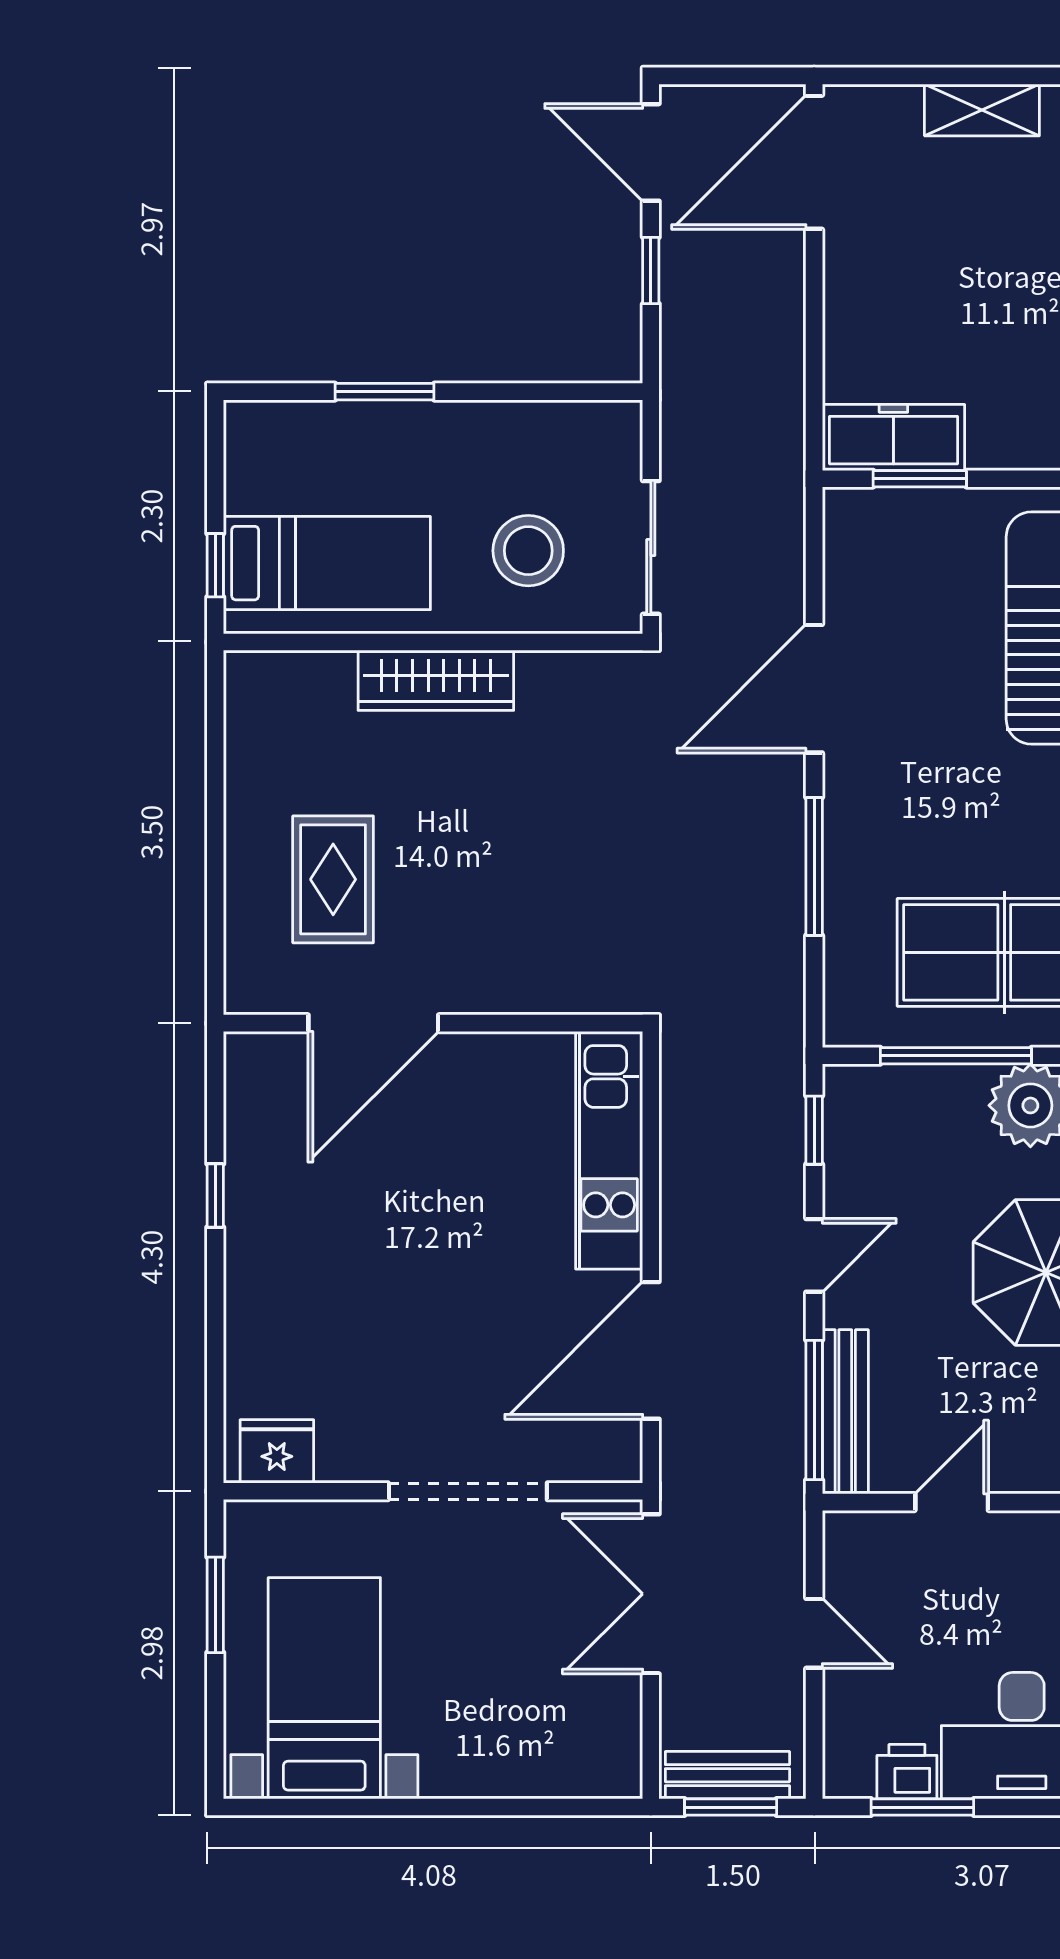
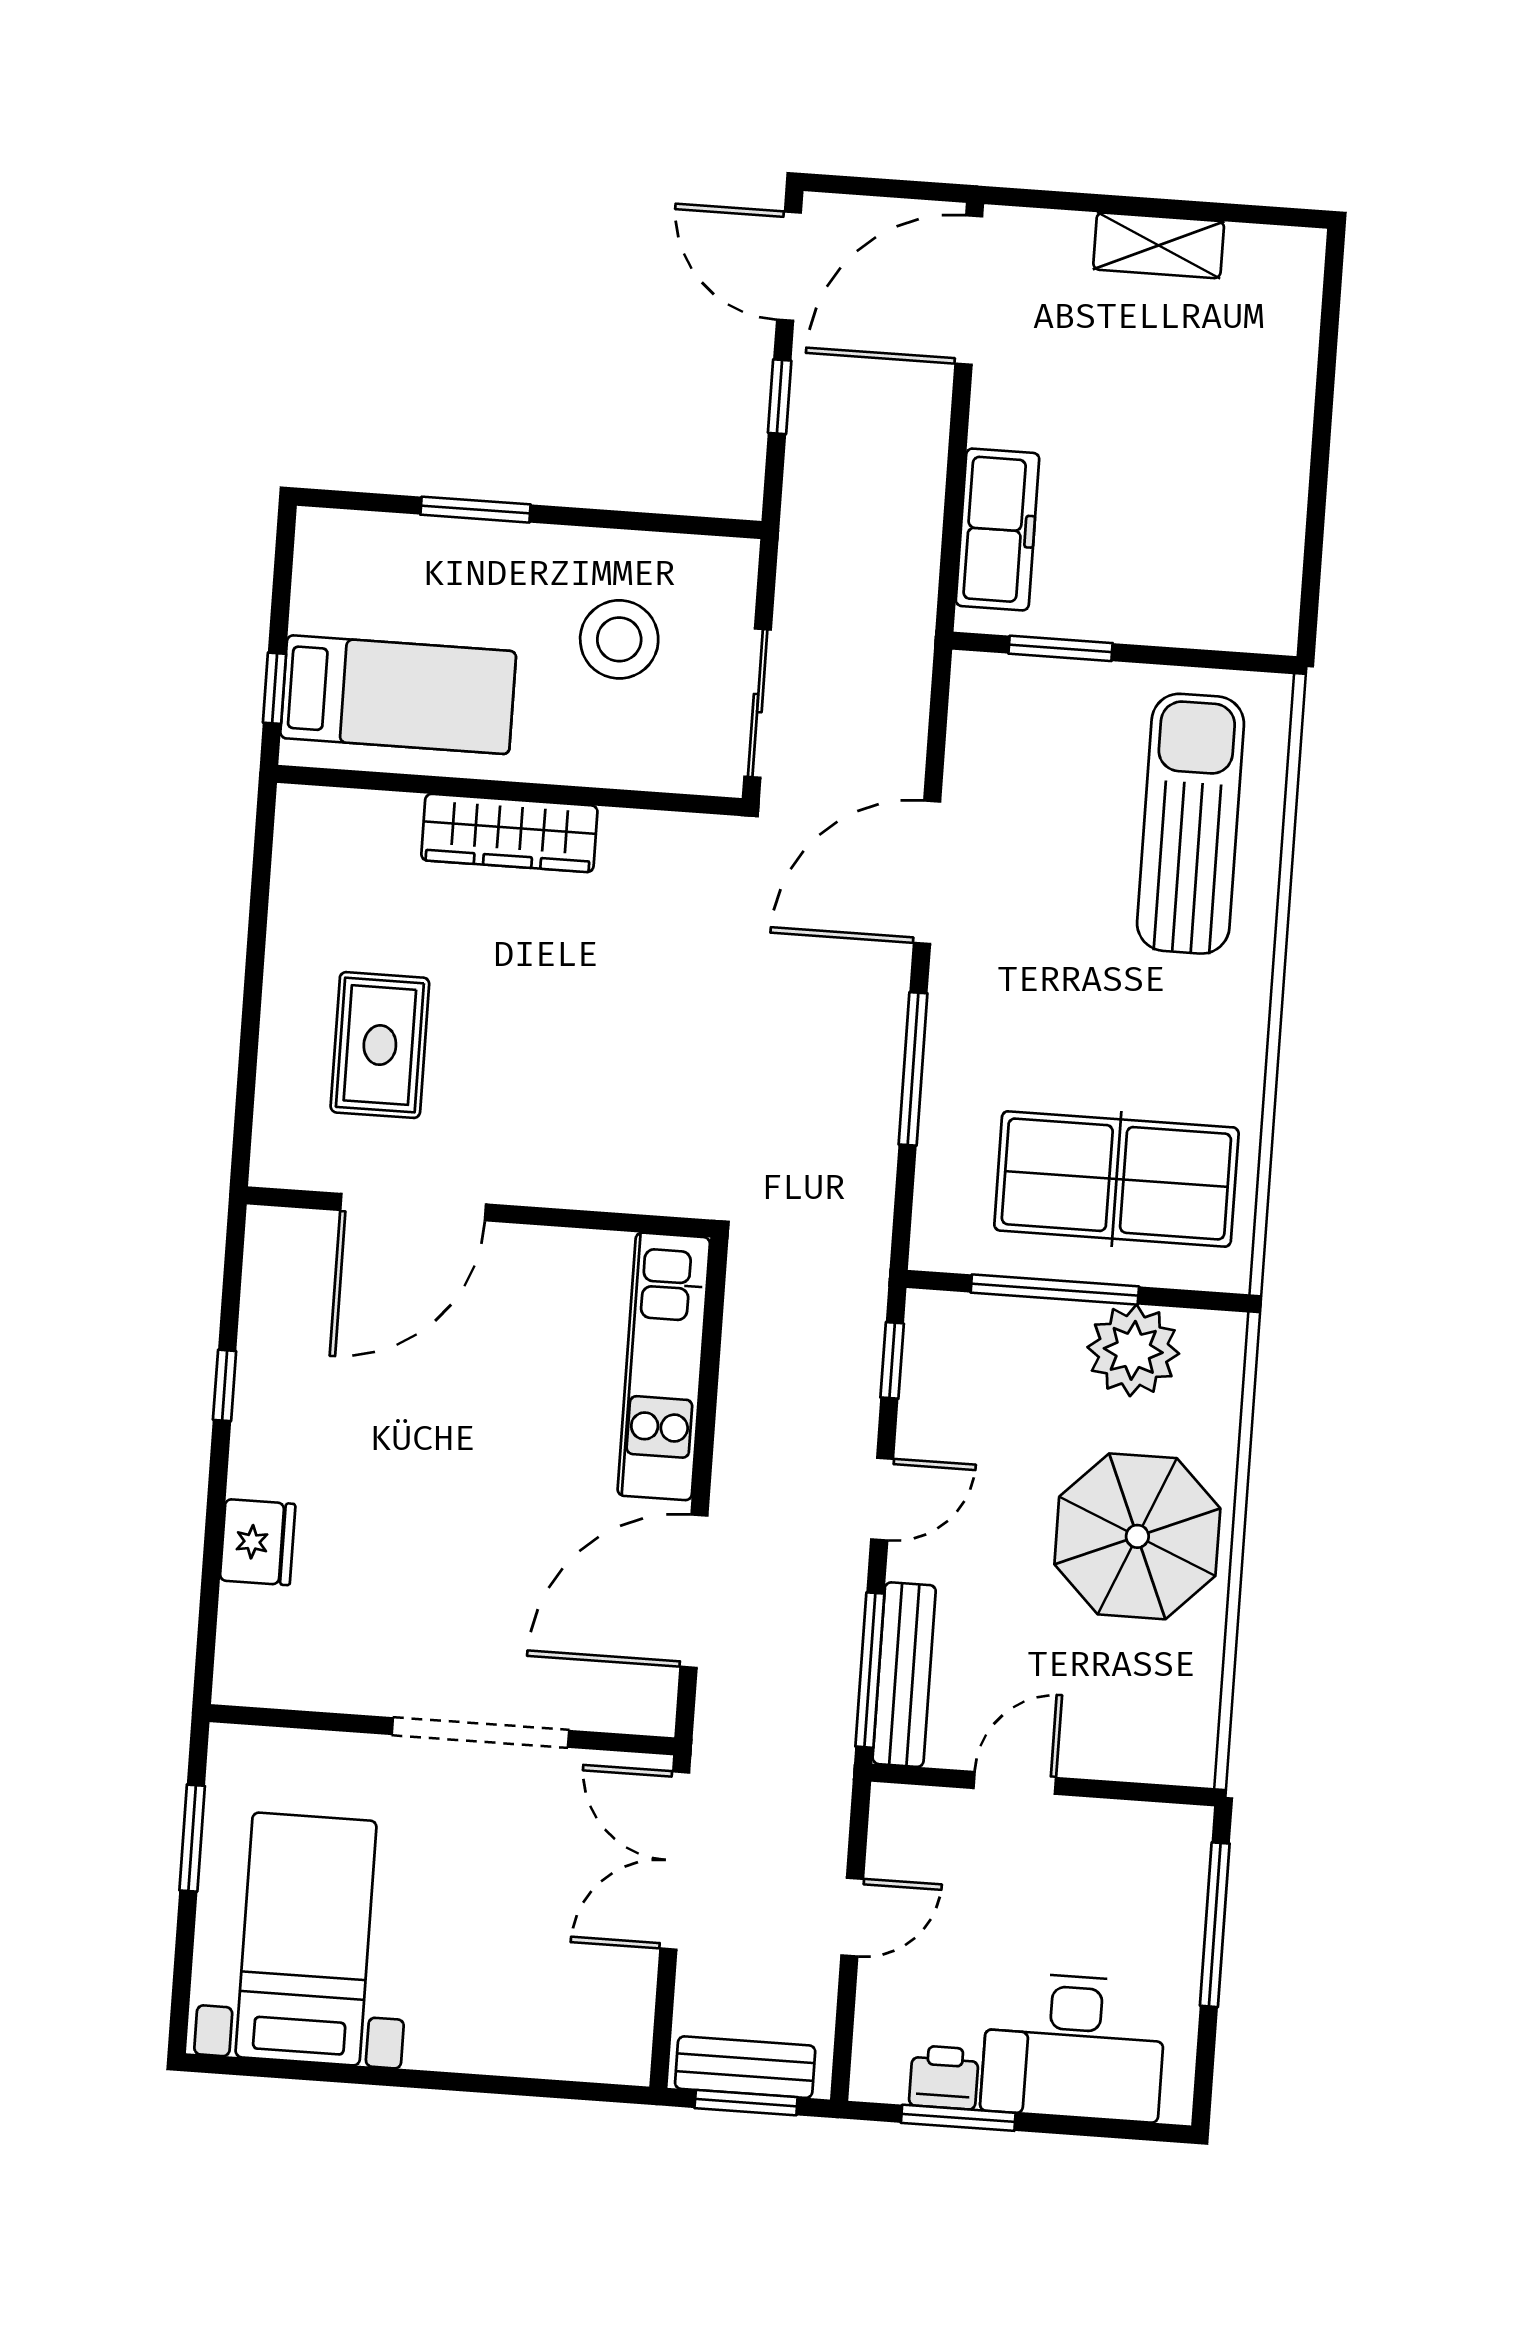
freezer: (893, 437) -> (997, 529), moved, turned 90
stool: (528, 551) -> (619, 639), moved
fridge: (277, 1451) -> (258, 1542), moved, turned 90
door: (814, 1633) -> (852, 1917), hinge flipped

